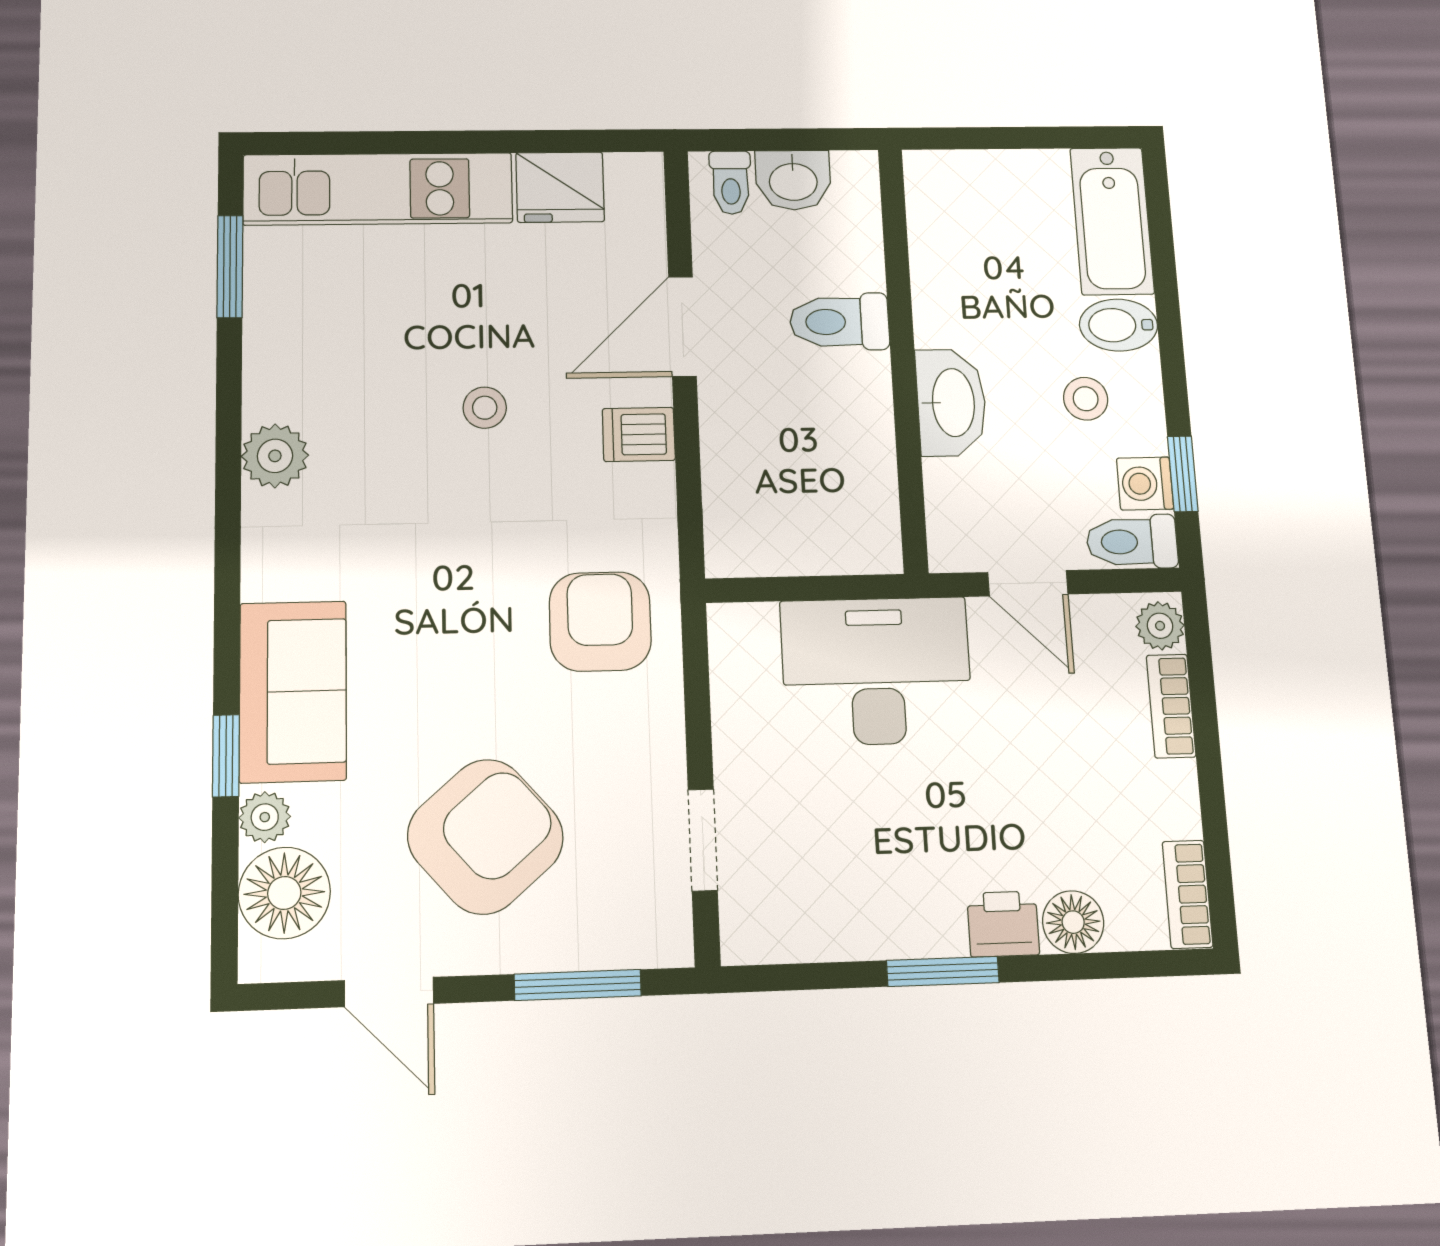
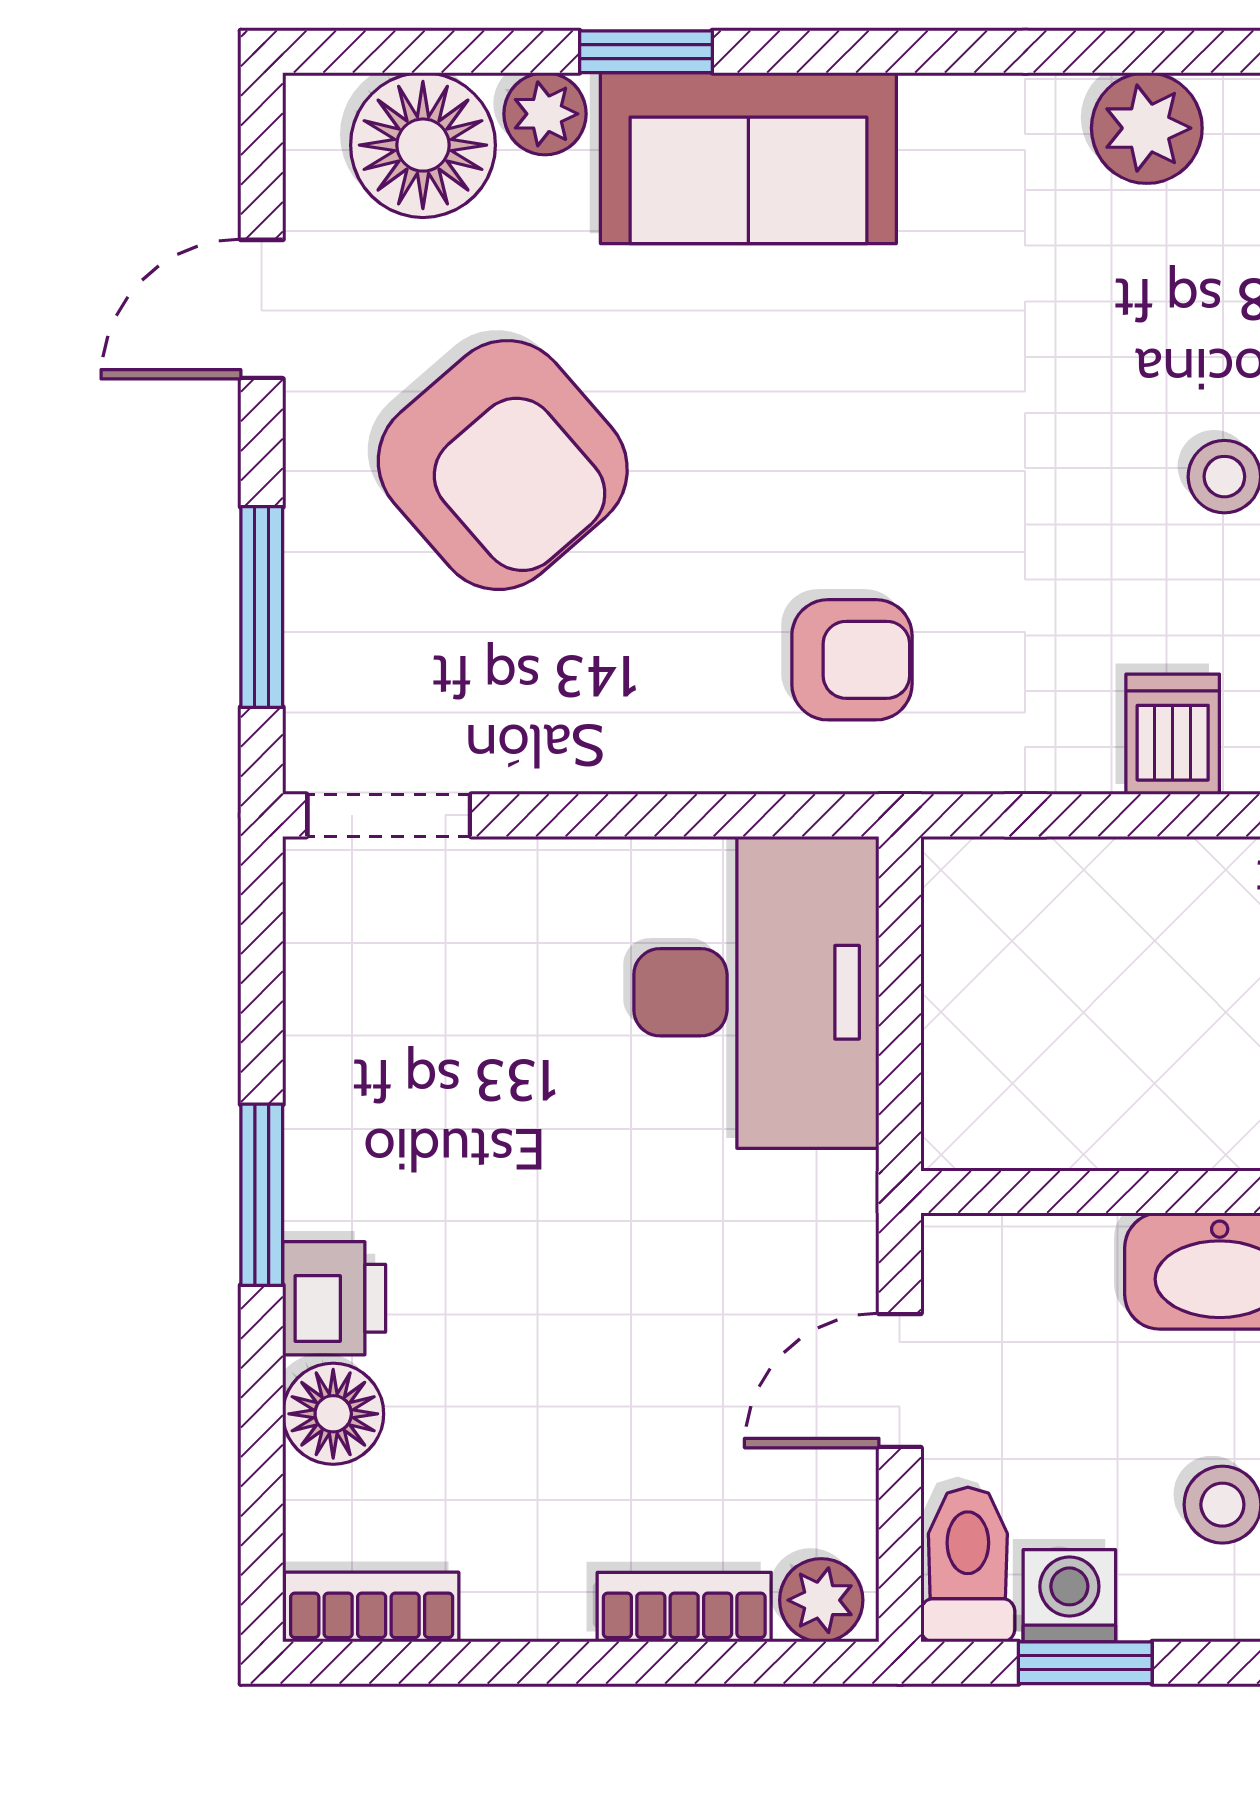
armchair: (600, 621) -> (852, 660), width x0.72, depth x0.72
desk: (877, 671) -> (756, 992), moved
doorway: (703, 840) -> (389, 815), moved

